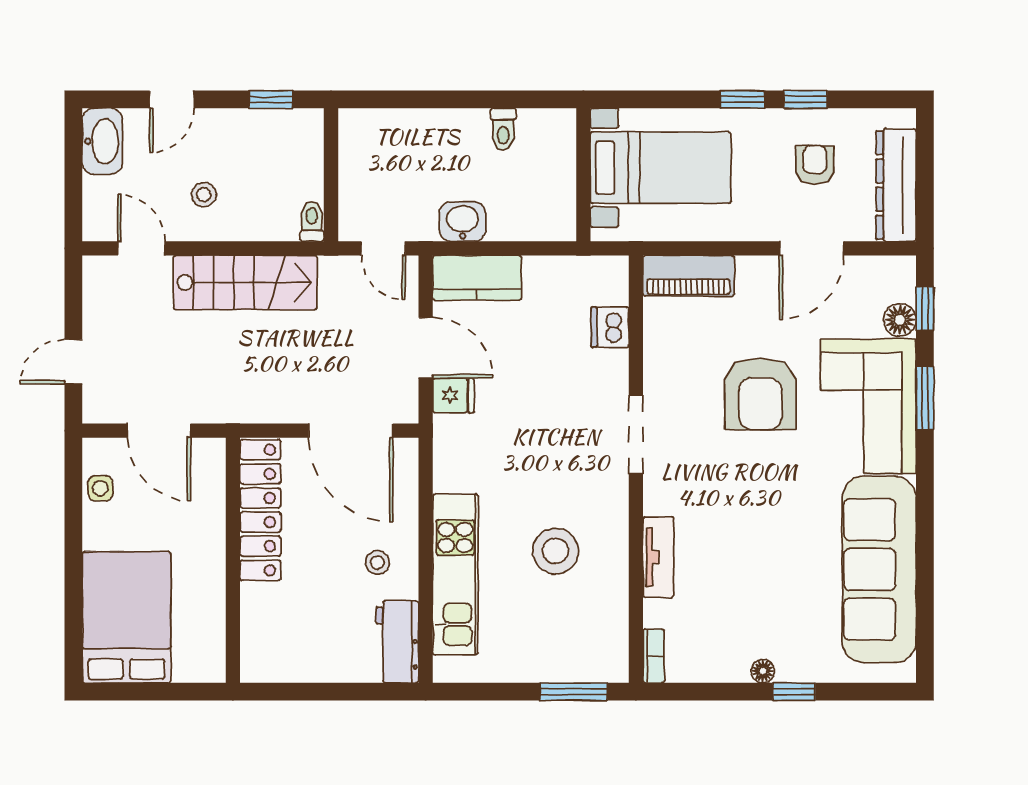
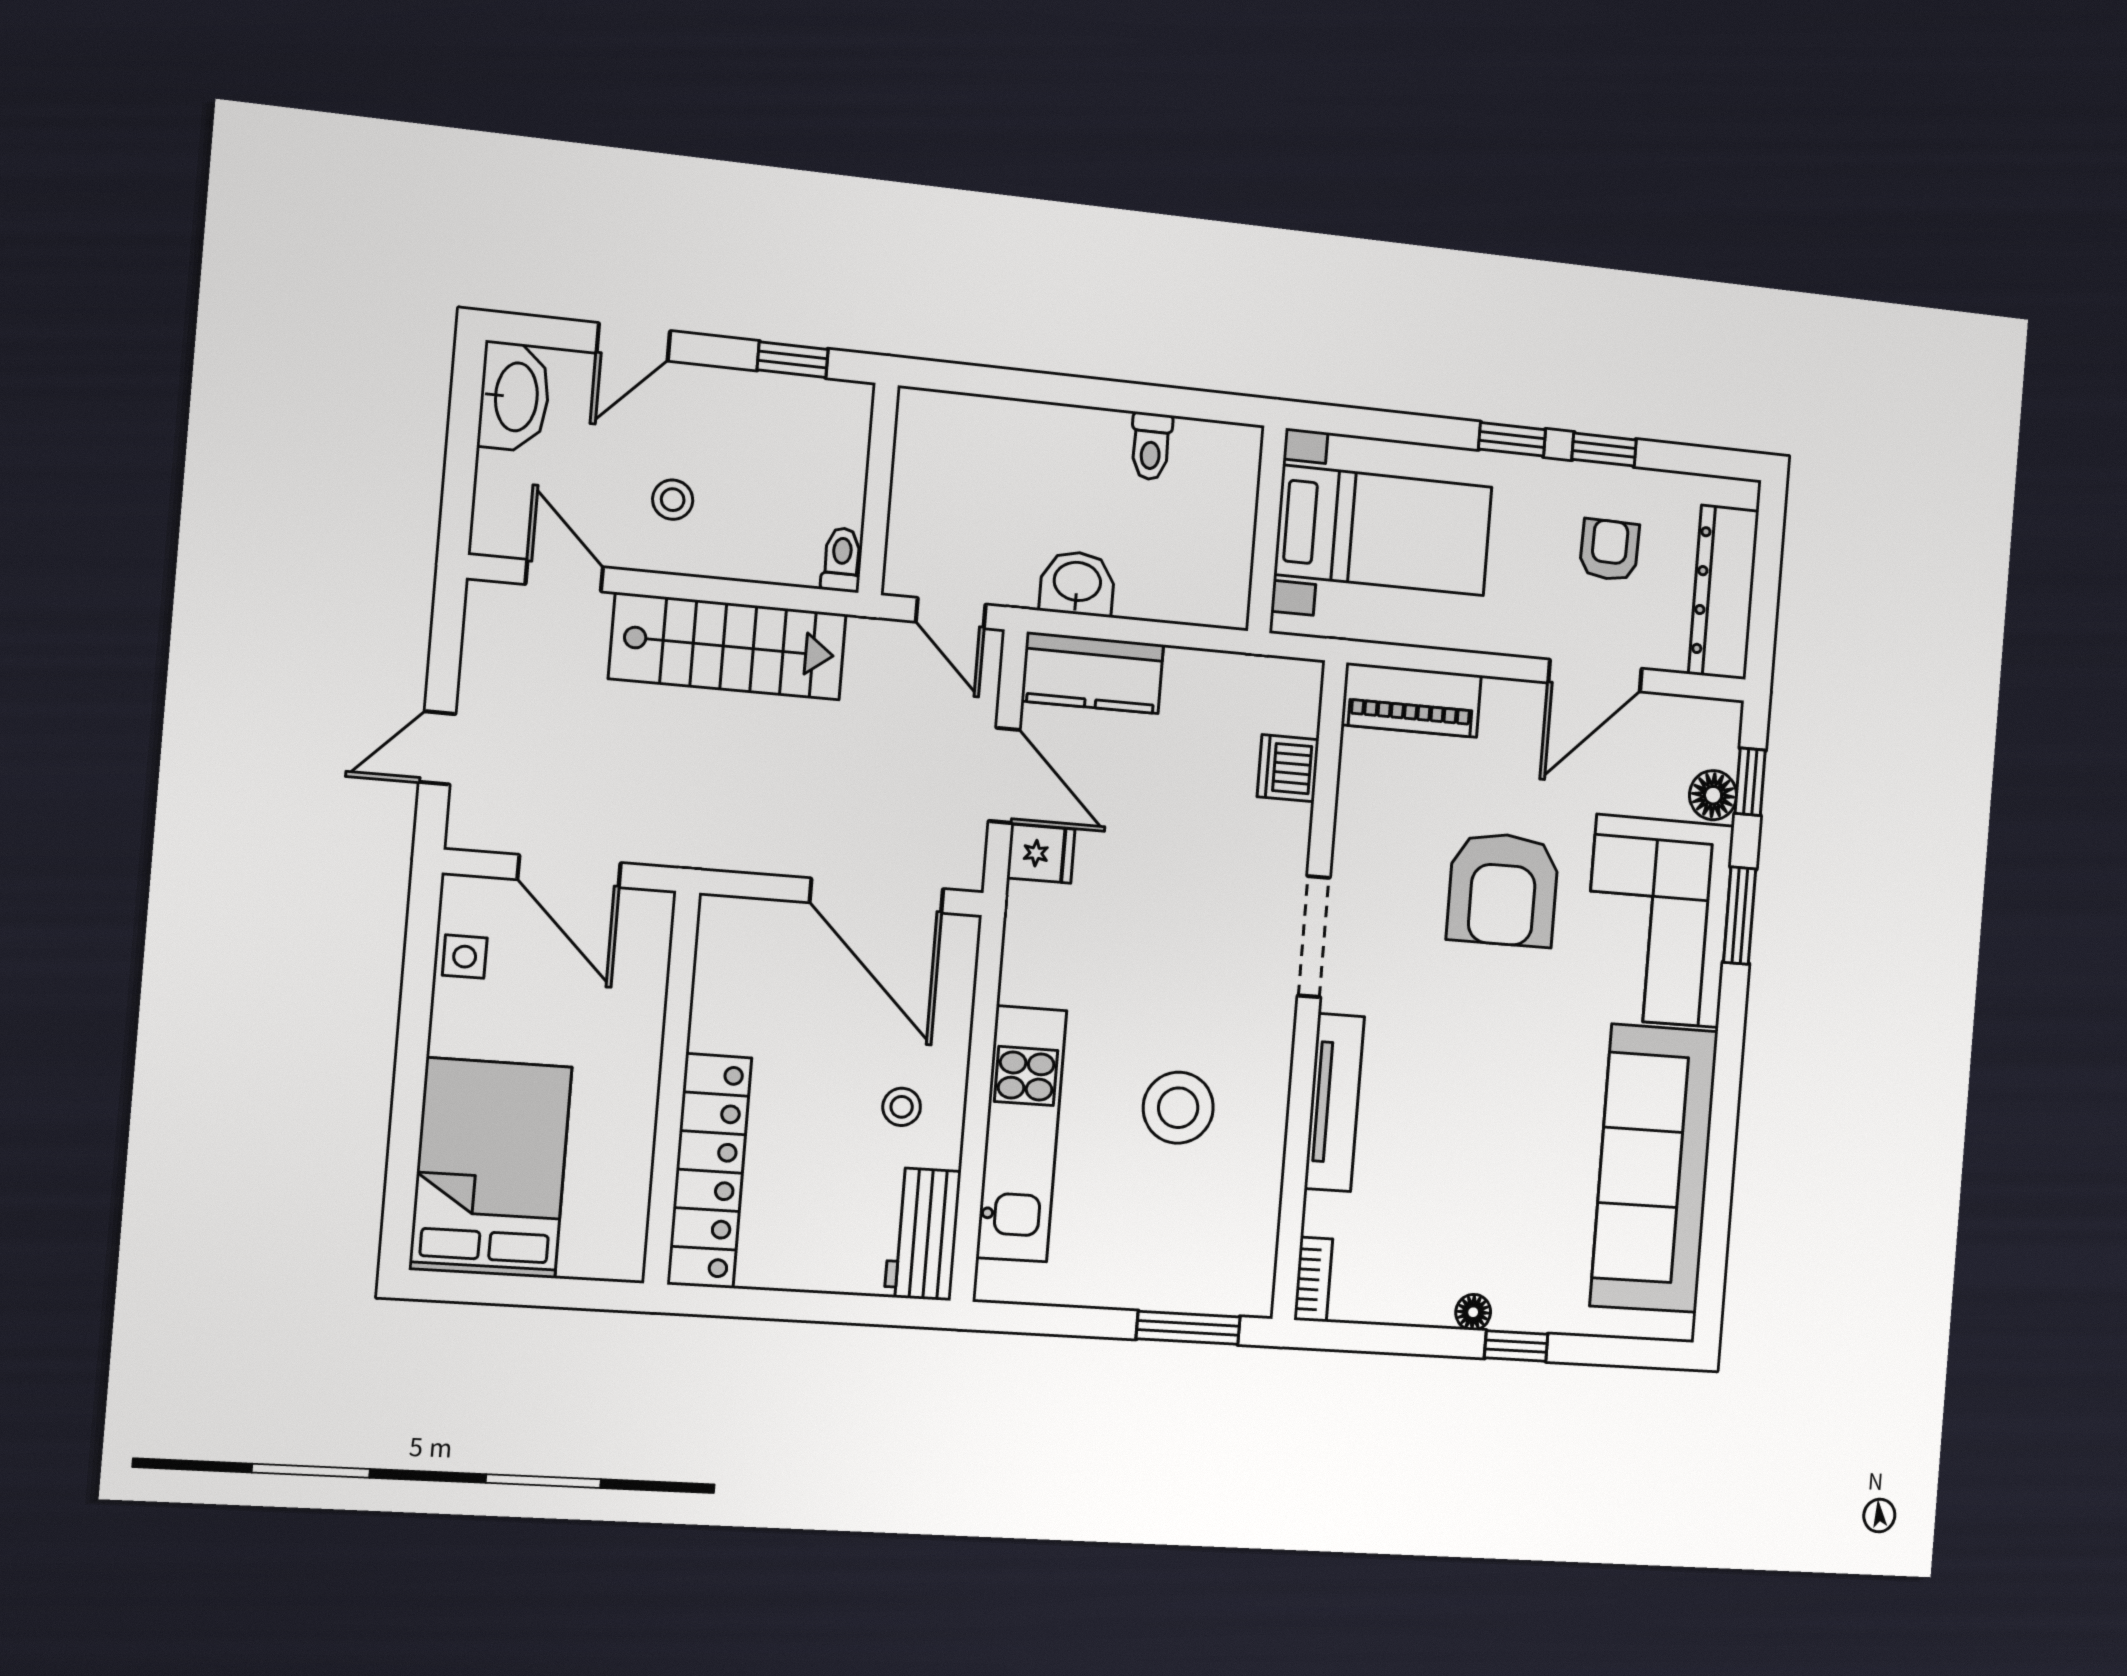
locker: (260, 510) -> (709, 1171), moved
tv unit: (658, 557) -> (1334, 1102), width x1.41

